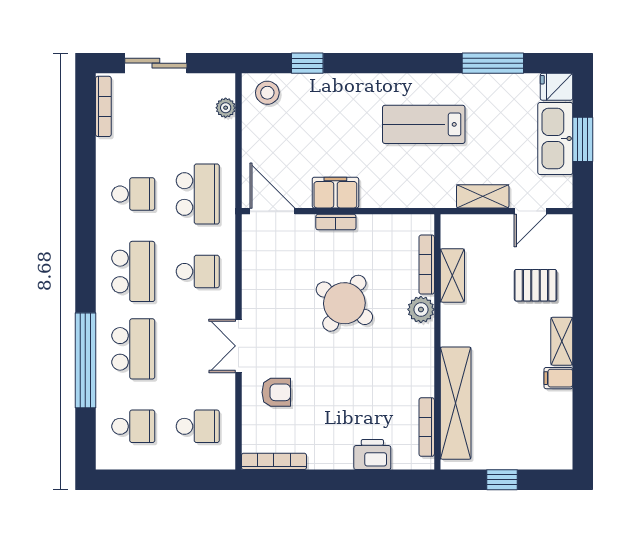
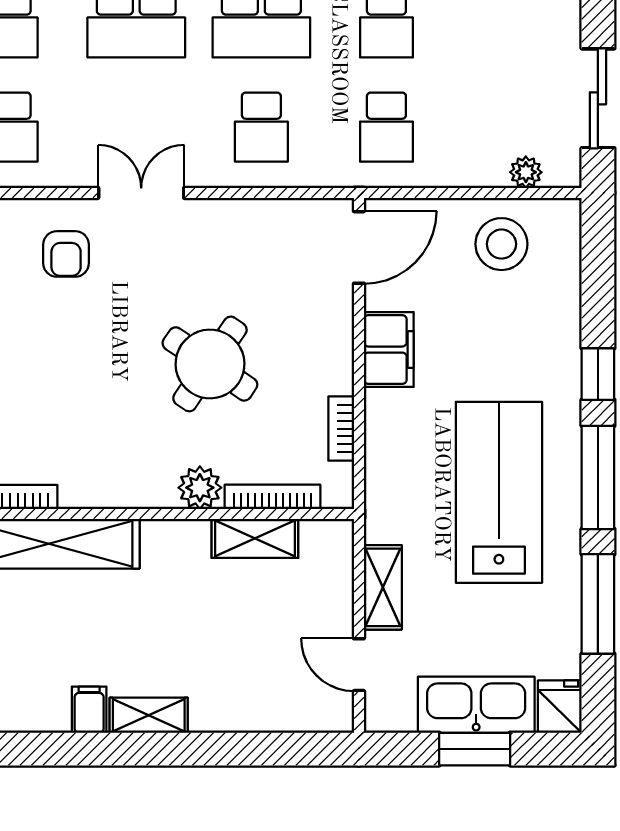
sliding door: (156, 63) -> (598, 98), moved
window: (307, 63) -> (598, 374), moved
window: (415, 63) -> (598, 477), added
stool: (267, 93) -> (501, 244), moved, width x1.38, depth x1.38
lab bench: (424, 124) -> (499, 492), width x1.36, depth x1.39
school desk: (198, 194) -> (386, 127), width x0.54
bookcase: (336, 222) -> (341, 429), moved
pallet: (536, 285) -> (239, 673), removed

